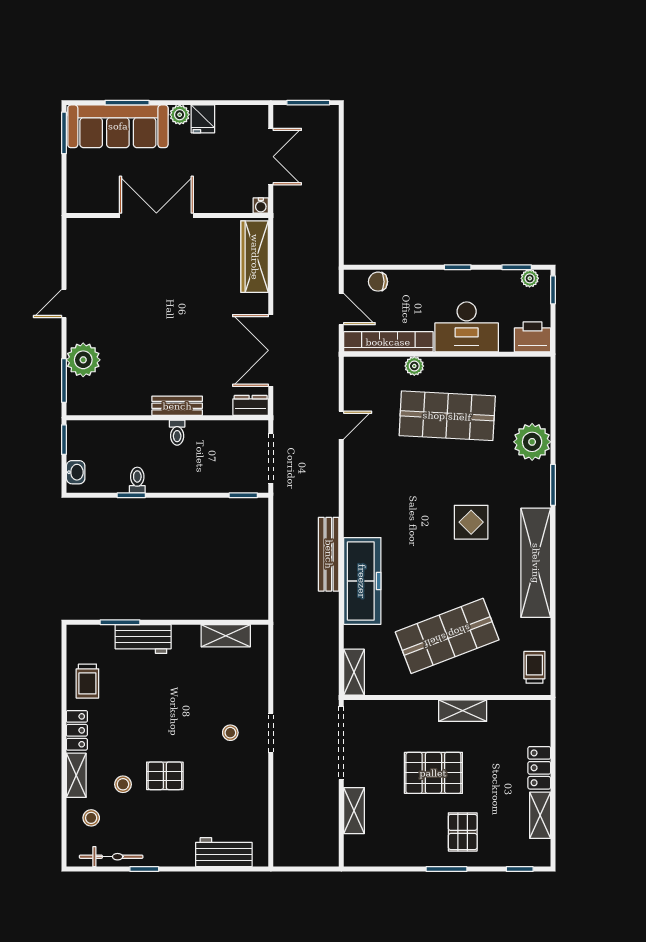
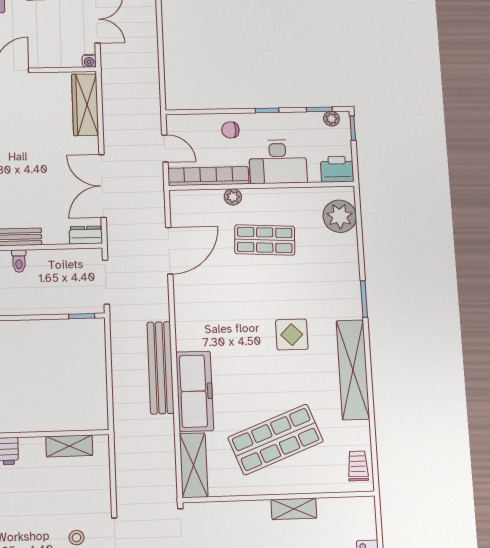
chair: (378, 282) -> (230, 130), moved
shop shelf: (447, 416) -> (265, 240), width x0.70, depth x0.74
door: (341, 425) -> (169, 251), width x1.87
plant: (532, 442) -> (340, 216), moved
bench: (329, 554) -> (161, 368), width x1.37, depth x1.21
shelving: (354, 672) -> (194, 465), width x1.50, depth x1.33

